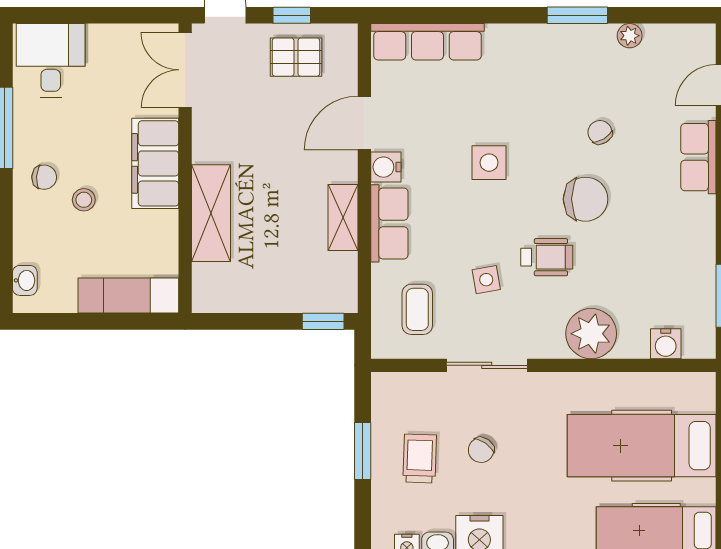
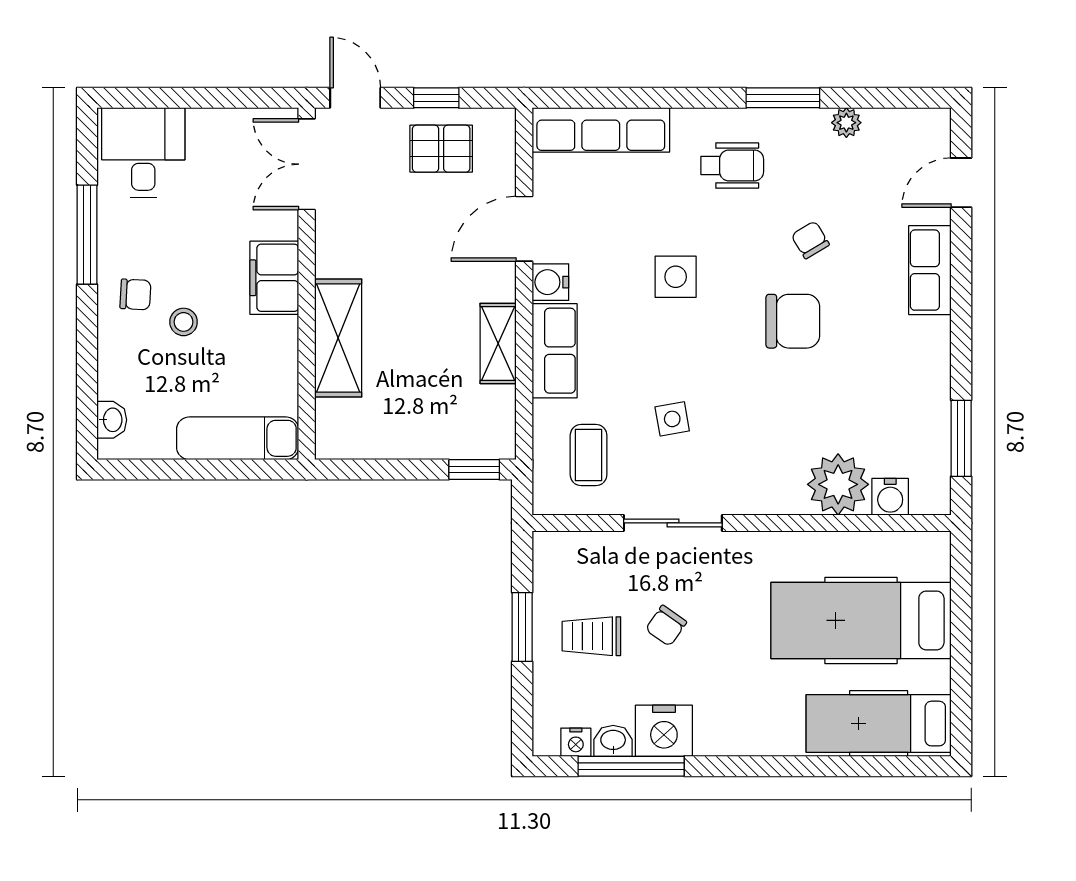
filing cabinet: (155, 163) -> (274, 278), width x0.67, depth x0.86
wheelchair: (547, 257) -> (732, 165), moved
plant: (591, 334) -> (838, 484), moved
trolley: (420, 459) -> (591, 636), turned -92

